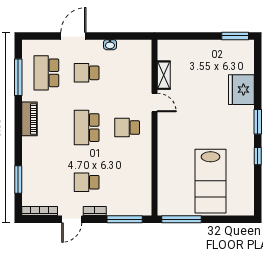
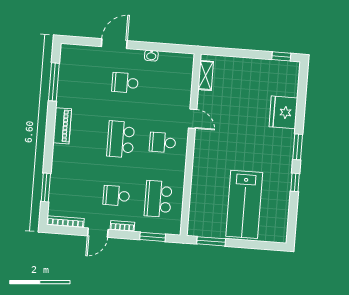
window: (235, 36) -> (281, 56), width x0.67
school desk: (46, 73) -> (158, 199), moved
shelving: (164, 75) -> (206, 75), moved
window: (125, 219) -> (153, 237), width x0.69
window: (181, 219) -> (211, 241), width x0.69

